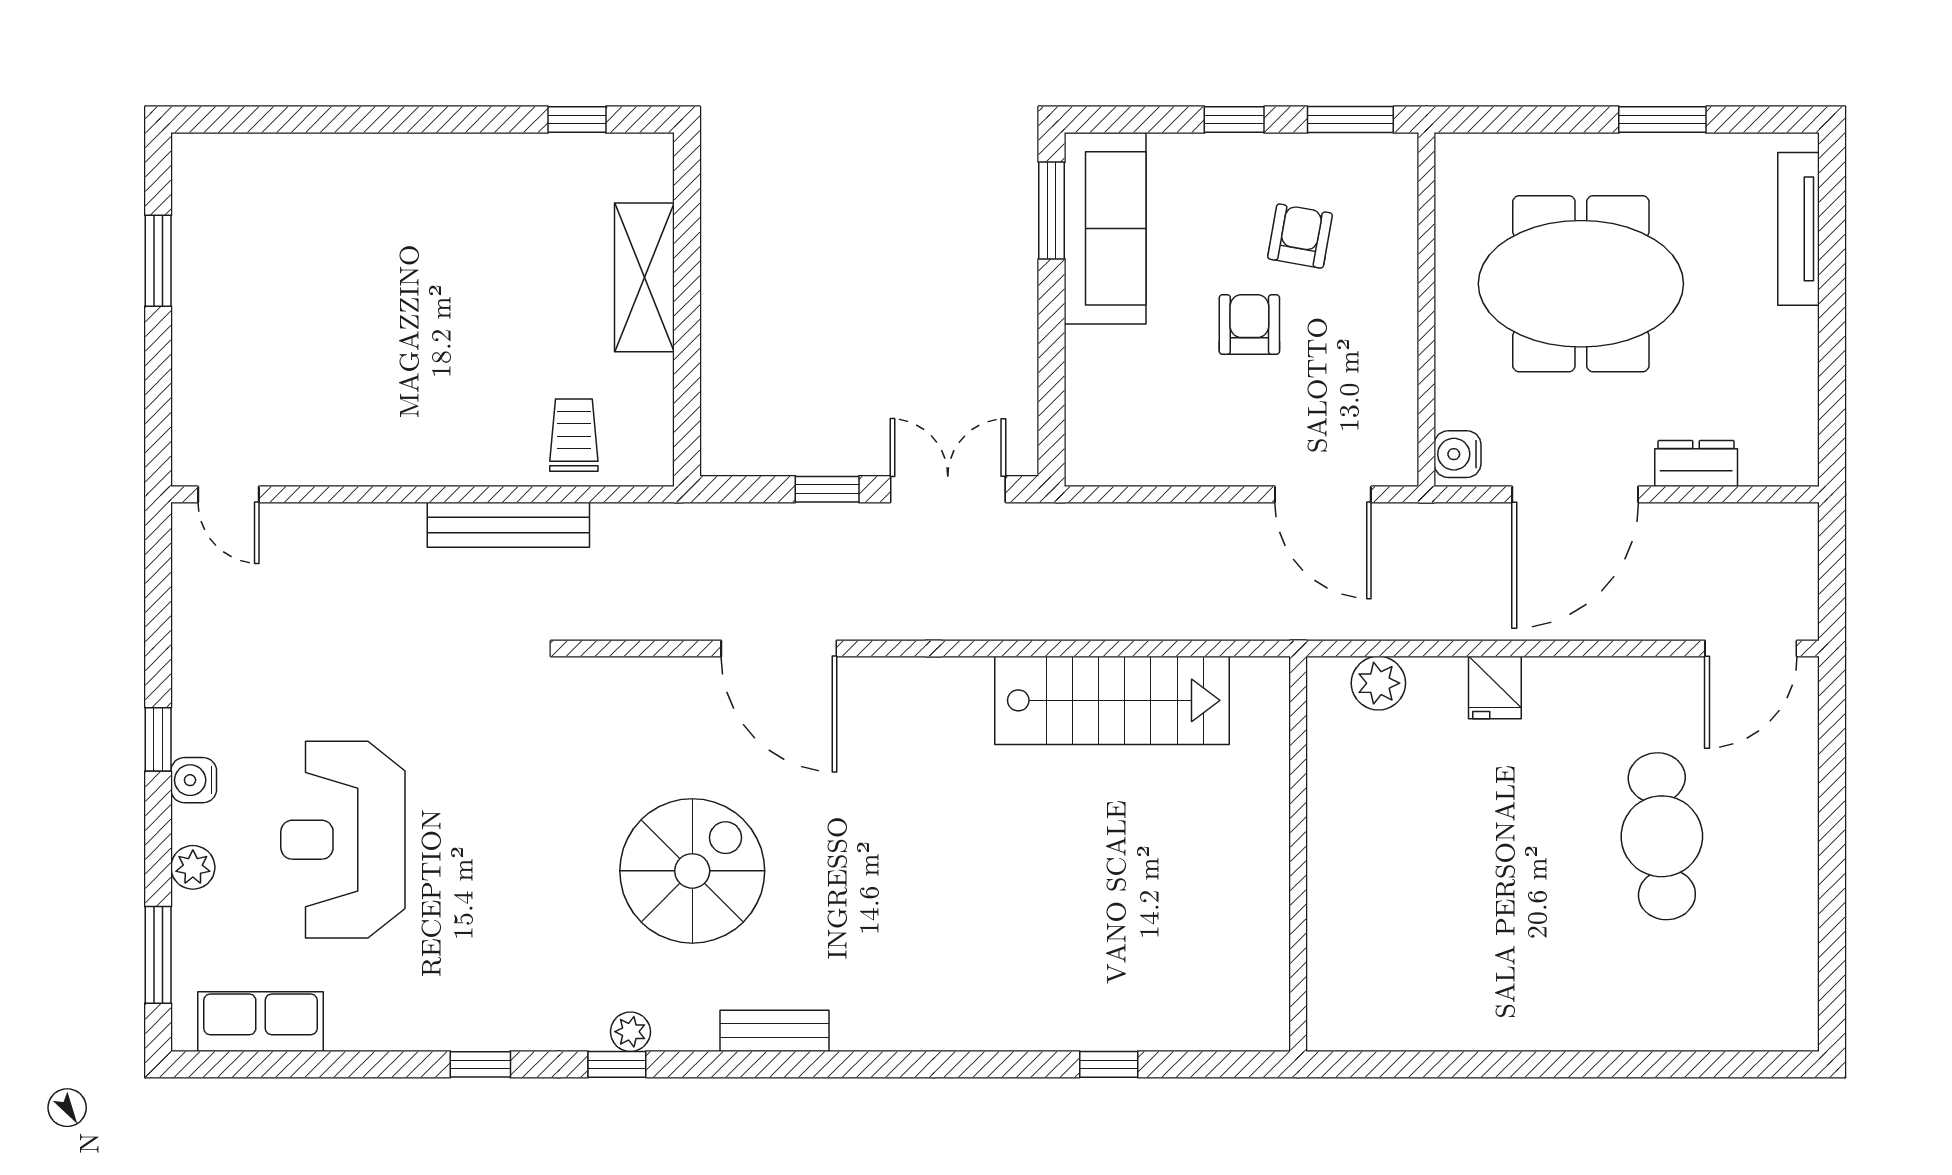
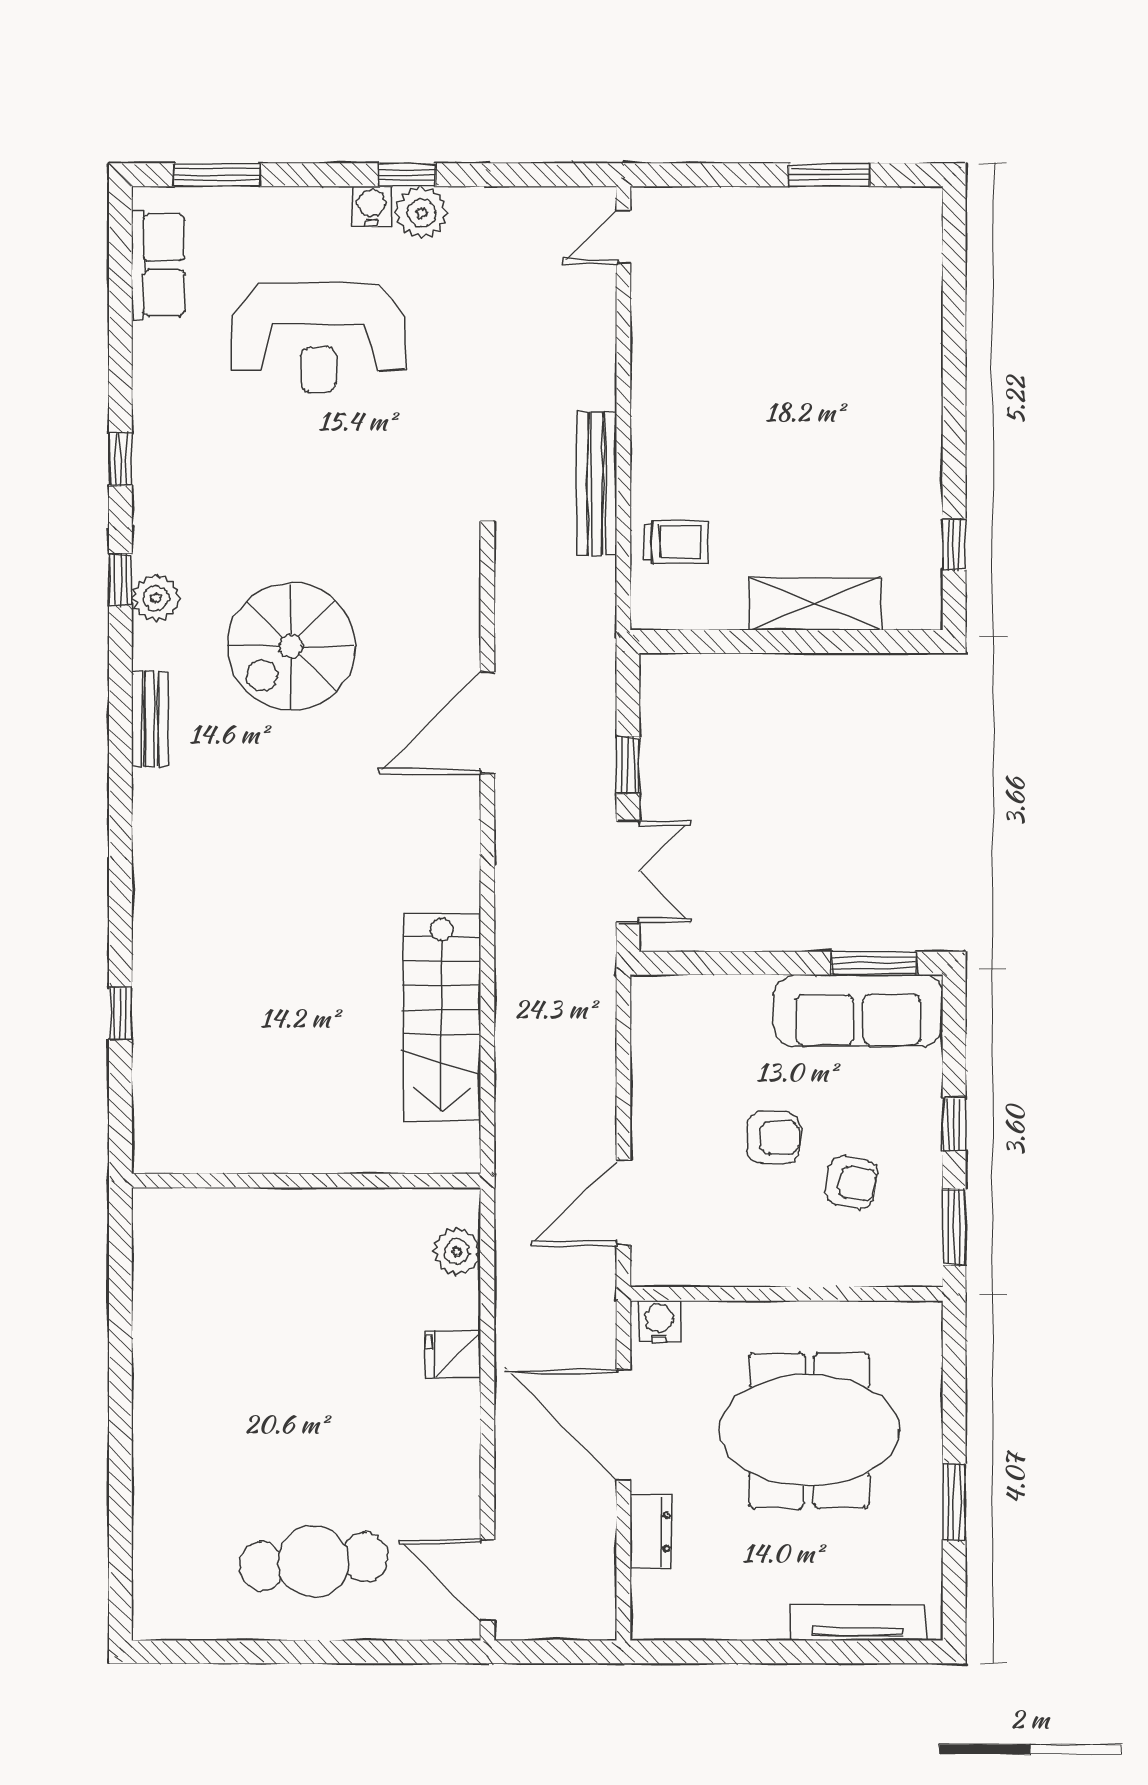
meeting table: (1581, 284) -> (809, 1430), turned 90
cafe table: (1662, 836) -> (313, 1562), moved
reception desk: (343, 840) -> (319, 338), turned 180
plant: (193, 867) -> (422, 213), moved, width x1.38, depth x1.38
spiral stairs: (692, 871) -> (291, 646), turned 90
plant: (630, 1032) -> (156, 598), width x1.38, depth x1.38

